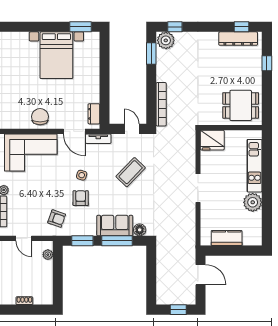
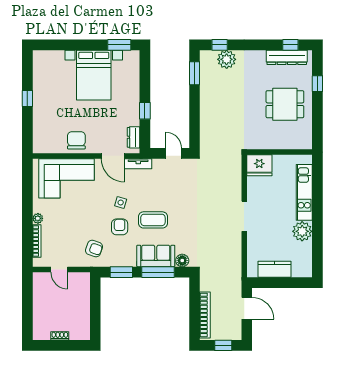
plant: (166, 40) -> (227, 59), moved
window: (105, 89) -> (145, 111), added
bookcase: (161, 104) -> (205, 315), moved
dining table: (241, 105) -> (285, 104), moved
coffee table: (131, 172) -> (153, 220), moved, turned 46
plant: (48, 255) -> (85, 287), removed

